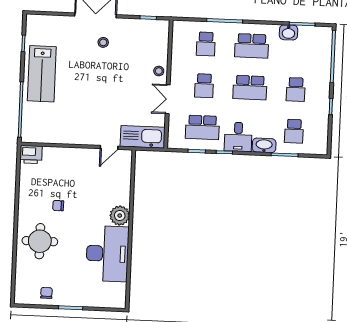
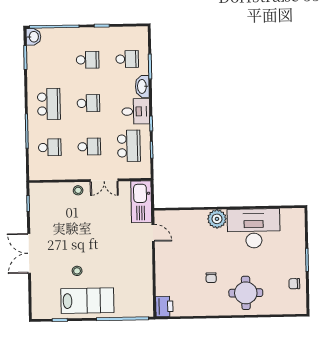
washbasin: (289, 32) -> (33, 37), moved
stool: (103, 42) -> (77, 271), moved
school desk: (250, 88) -> (88, 103), width x0.54

